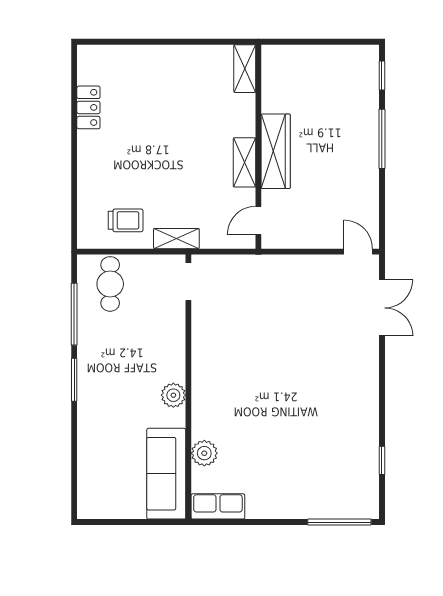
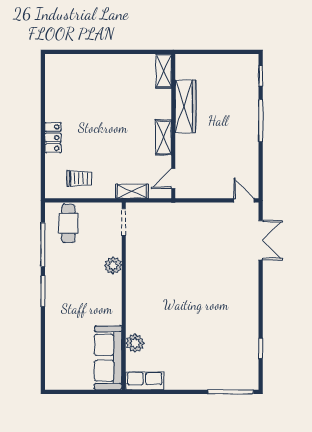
locker: (88, 107) -> (53, 138), moved
wardrobe: (276, 151) -> (185, 106), moved
shelving: (176, 239) -> (132, 191), moved
plant: (173, 395) -> (113, 265), moved

